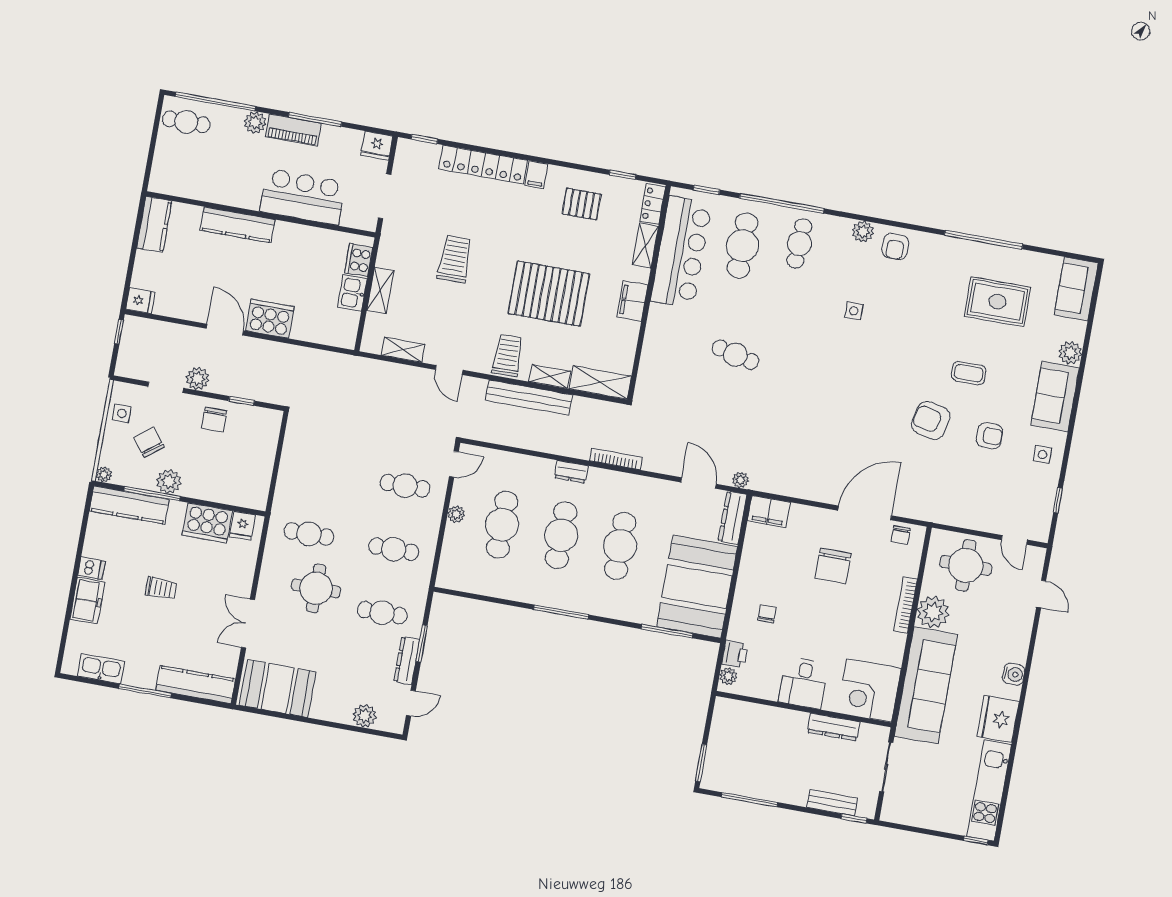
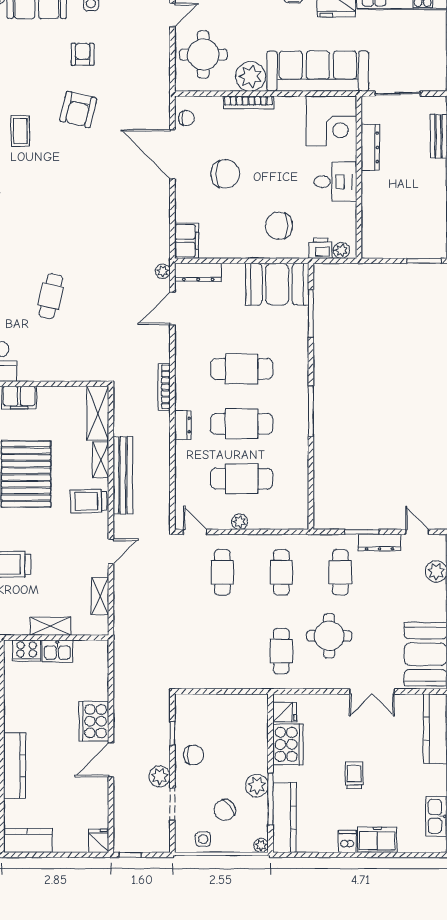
coffee table: (969, 373) -> (20, 131), moved
booth: (697, 587) -> (277, 284), width x0.73, depth x0.70
chair: (767, 614) -> (279, 226), width x1.87, depth x1.87

